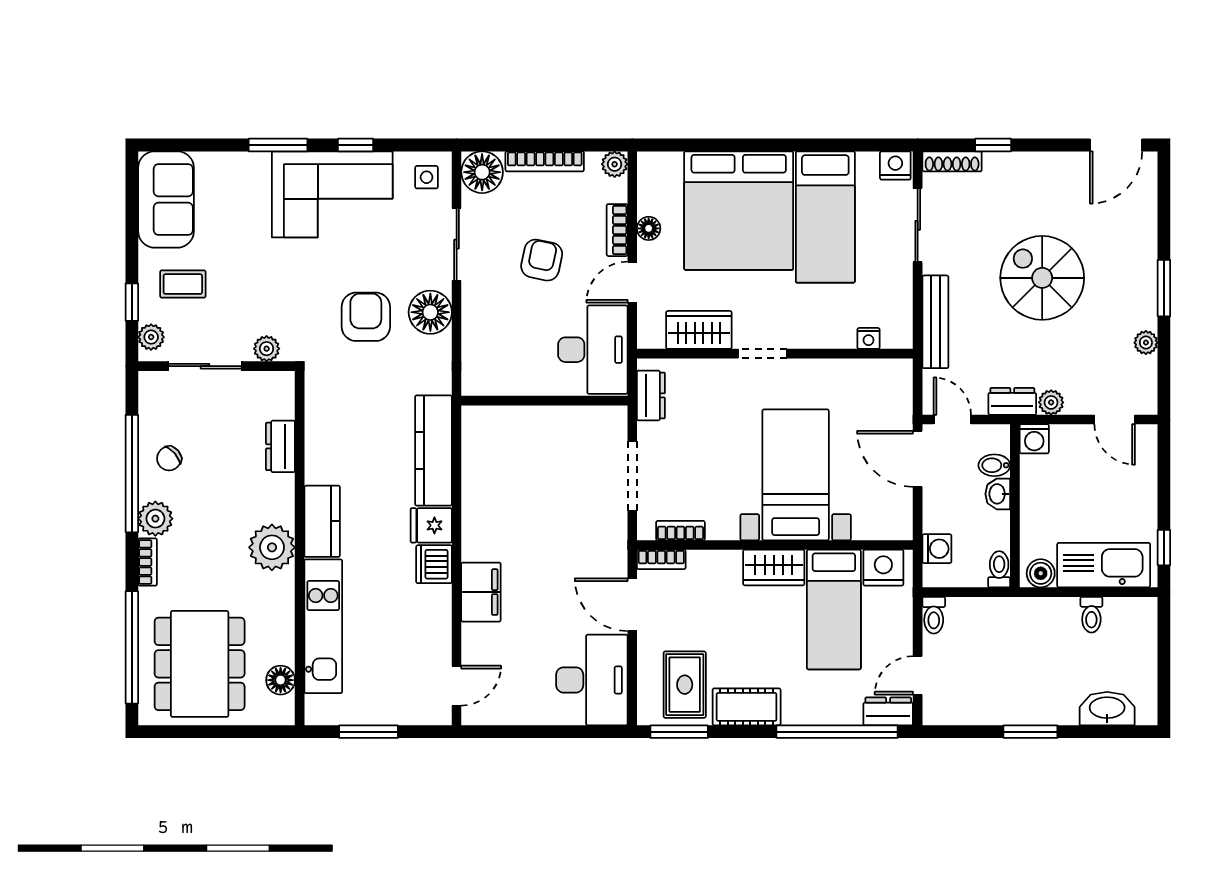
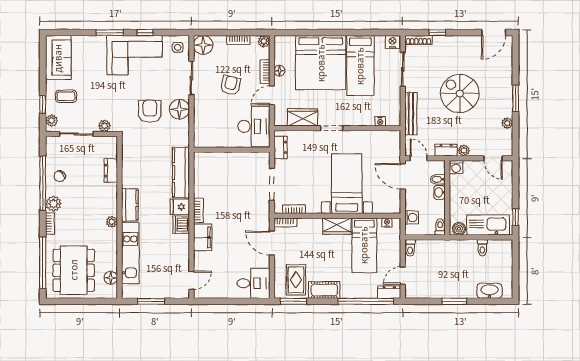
bookcase: (545, 161) -> (238, 40), width x0.64
bookcase: (472, 533) -> (199, 210), added
plant: (272, 547) -> (112, 222), width x0.53, depth x0.53
nightstand: (883, 568) -> (387, 223), width x0.53, depth x0.56
desk: (592, 680) -> (253, 283), width x0.73

